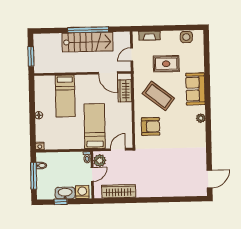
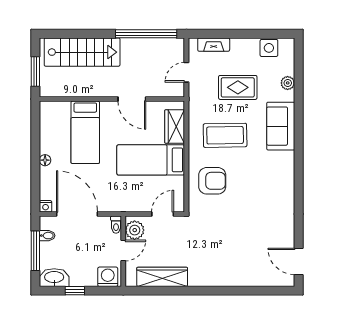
window: (88, 30) -> (146, 34), moved
stairs: (88, 42) -> (82, 52), moved
door: (108, 73) -> (132, 99), moved
coffee table: (158, 96) -> (225, 135), turned -39
plant: (201, 118) -> (288, 83), moved
bed: (95, 126) -> (151, 160), moved, turned -90
door: (61, 151) -> (77, 214), added
door: (209, 179) -> (299, 261), swing flipped
washbasin: (65, 193) -> (54, 278), moved

